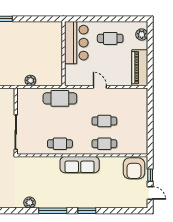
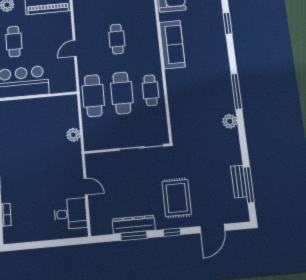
cafe table: (104, 144) -> (122, 93), moved, width x1.37, depth x1.35
sofa: (80, 165) -> (172, 45), moved
window: (87, 211) -> (228, 23), moved

